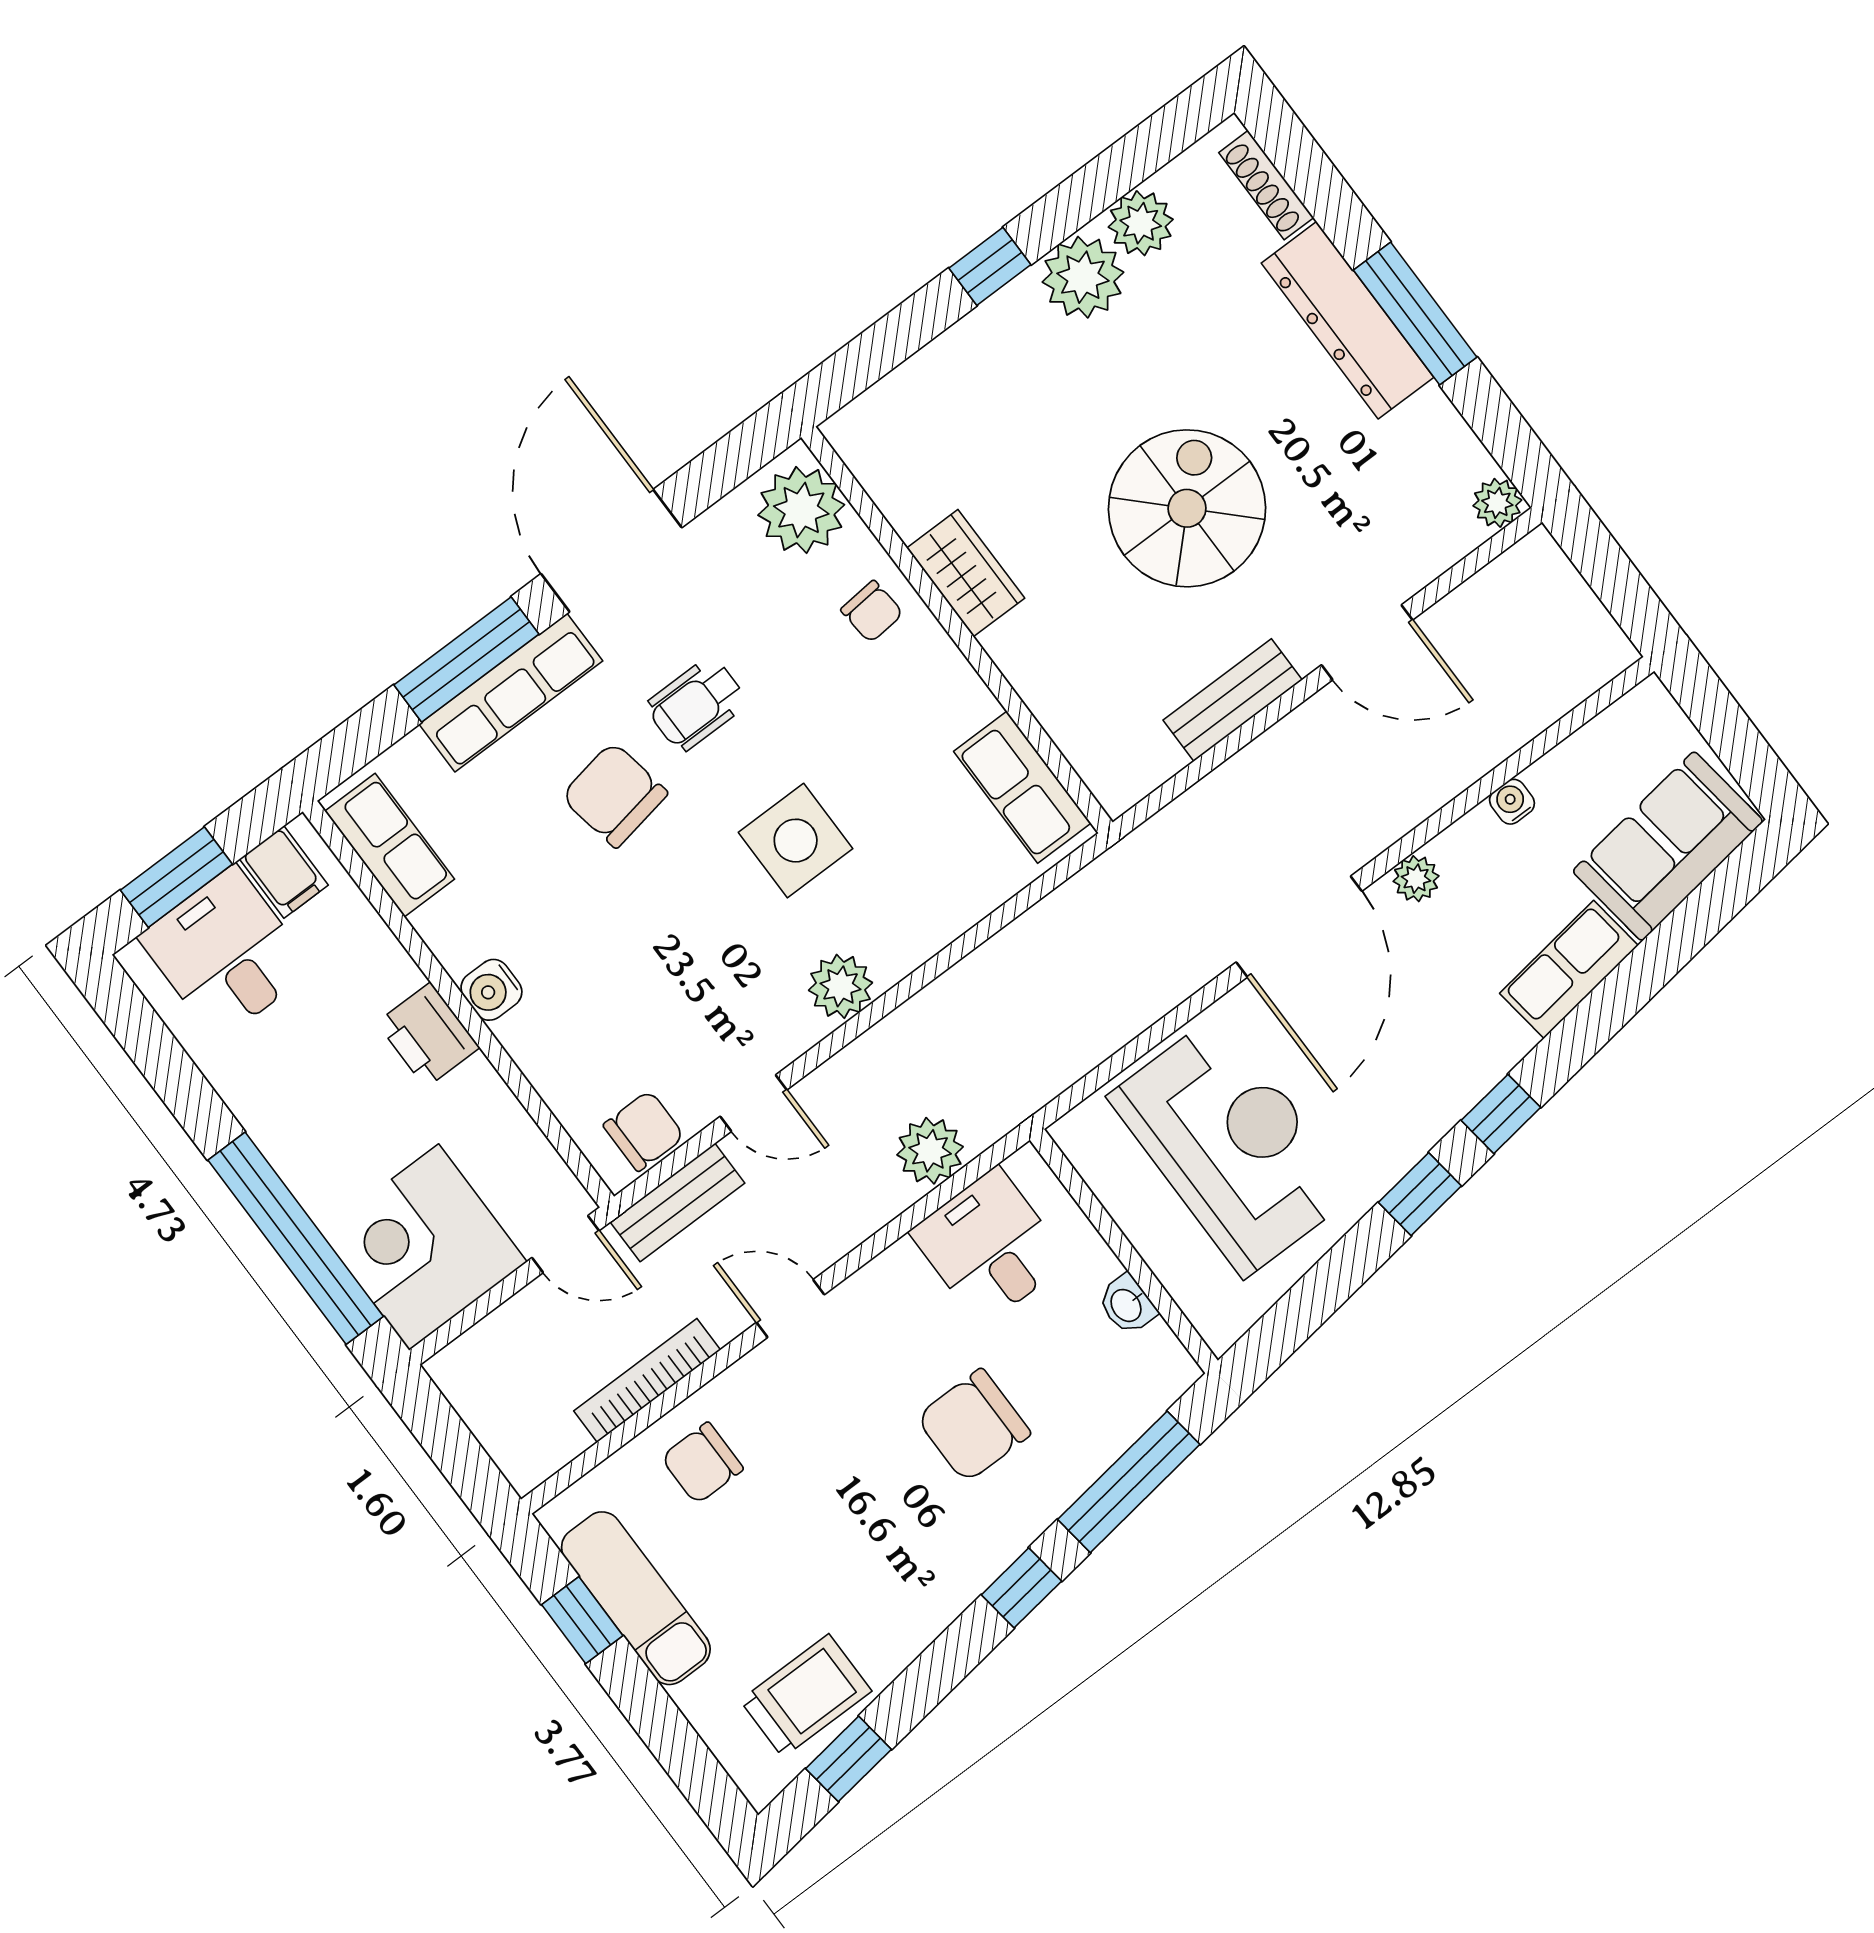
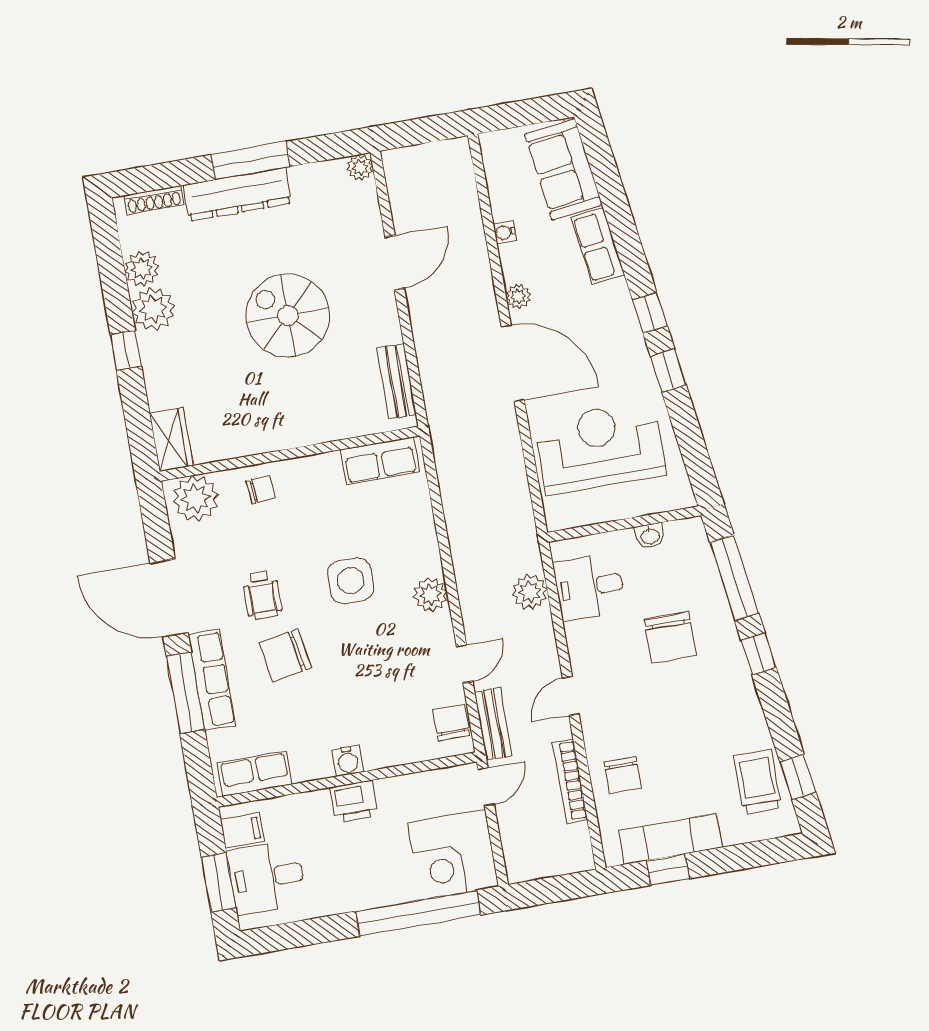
wardrobe: (966, 573) -> (171, 440), moved, turned 90
bench: (1233, 700) -> (397, 381), moved

